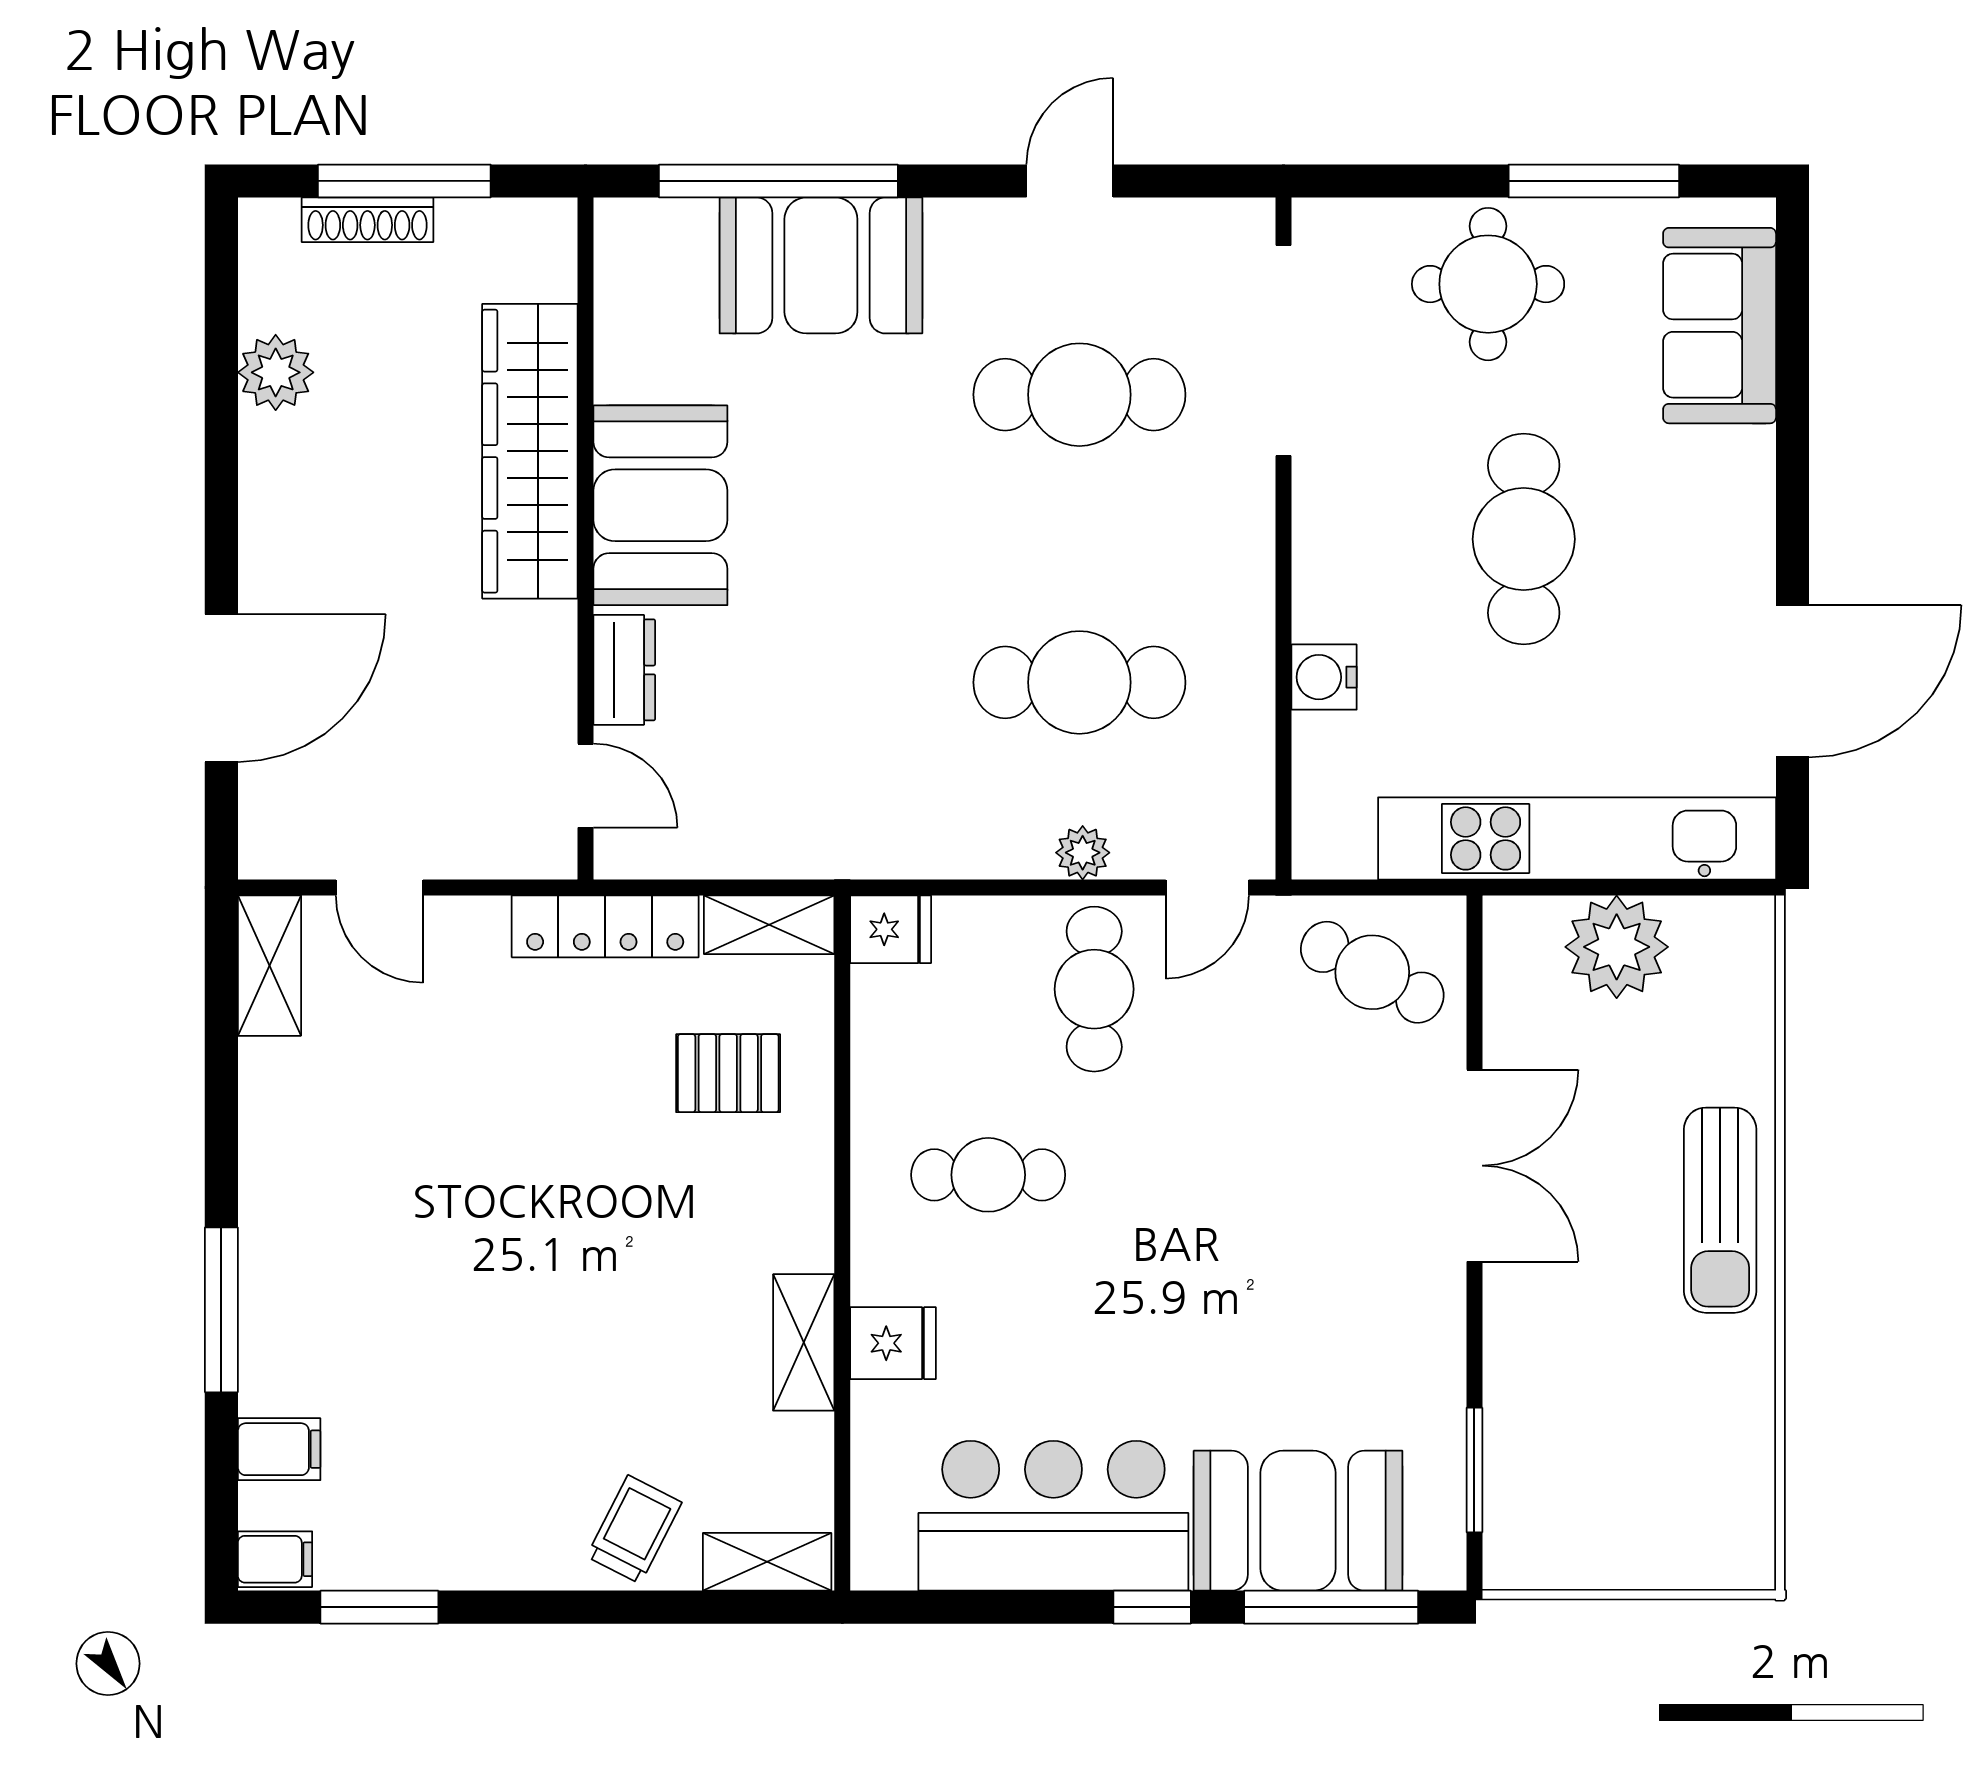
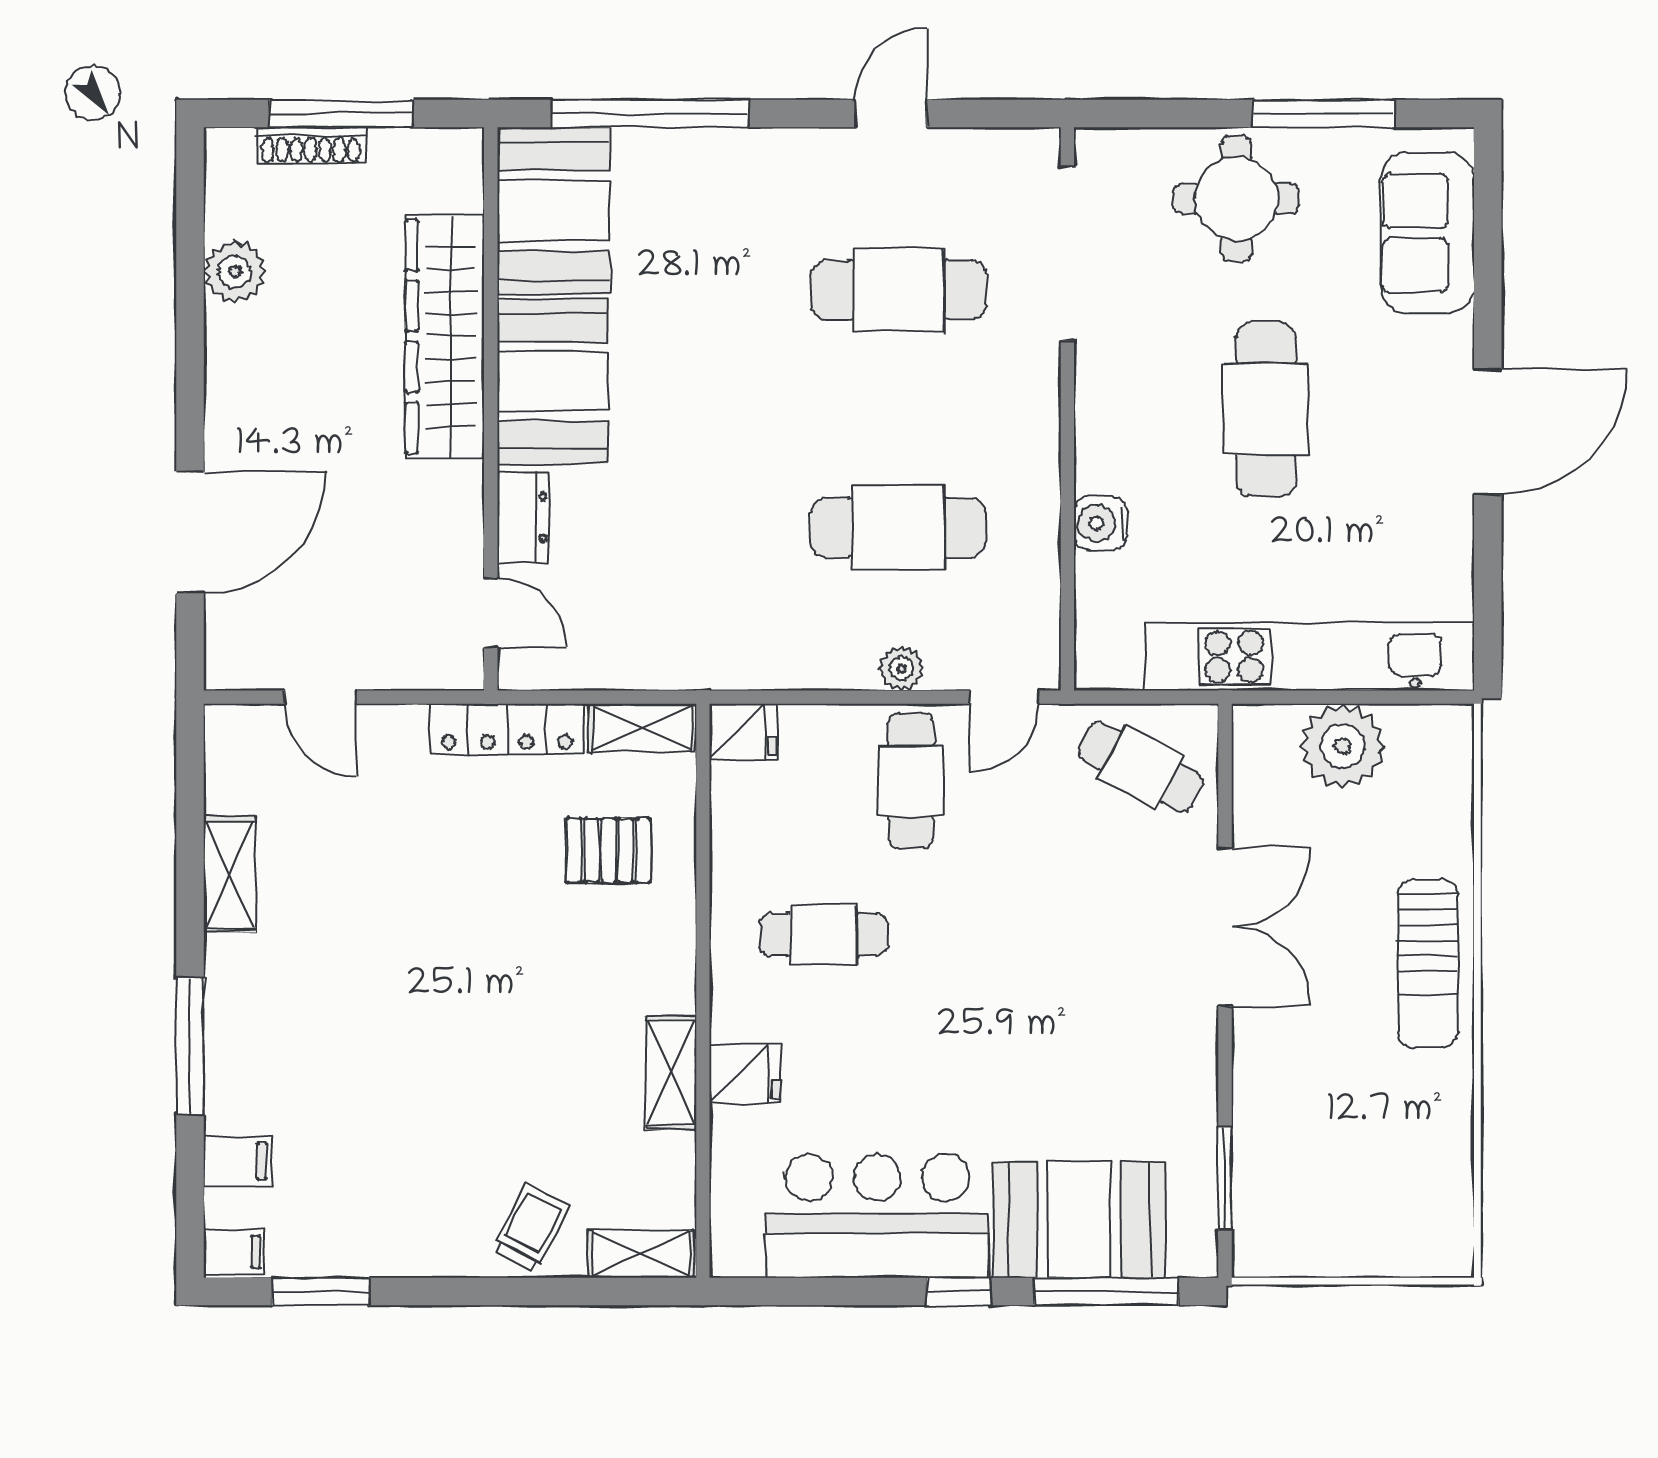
booth: (821, 265) -> (553, 211), moved, turned 90
door: (1792, 681) -> (1488, 432), moved
shelving: (269, 966) -> (230, 874), moved

